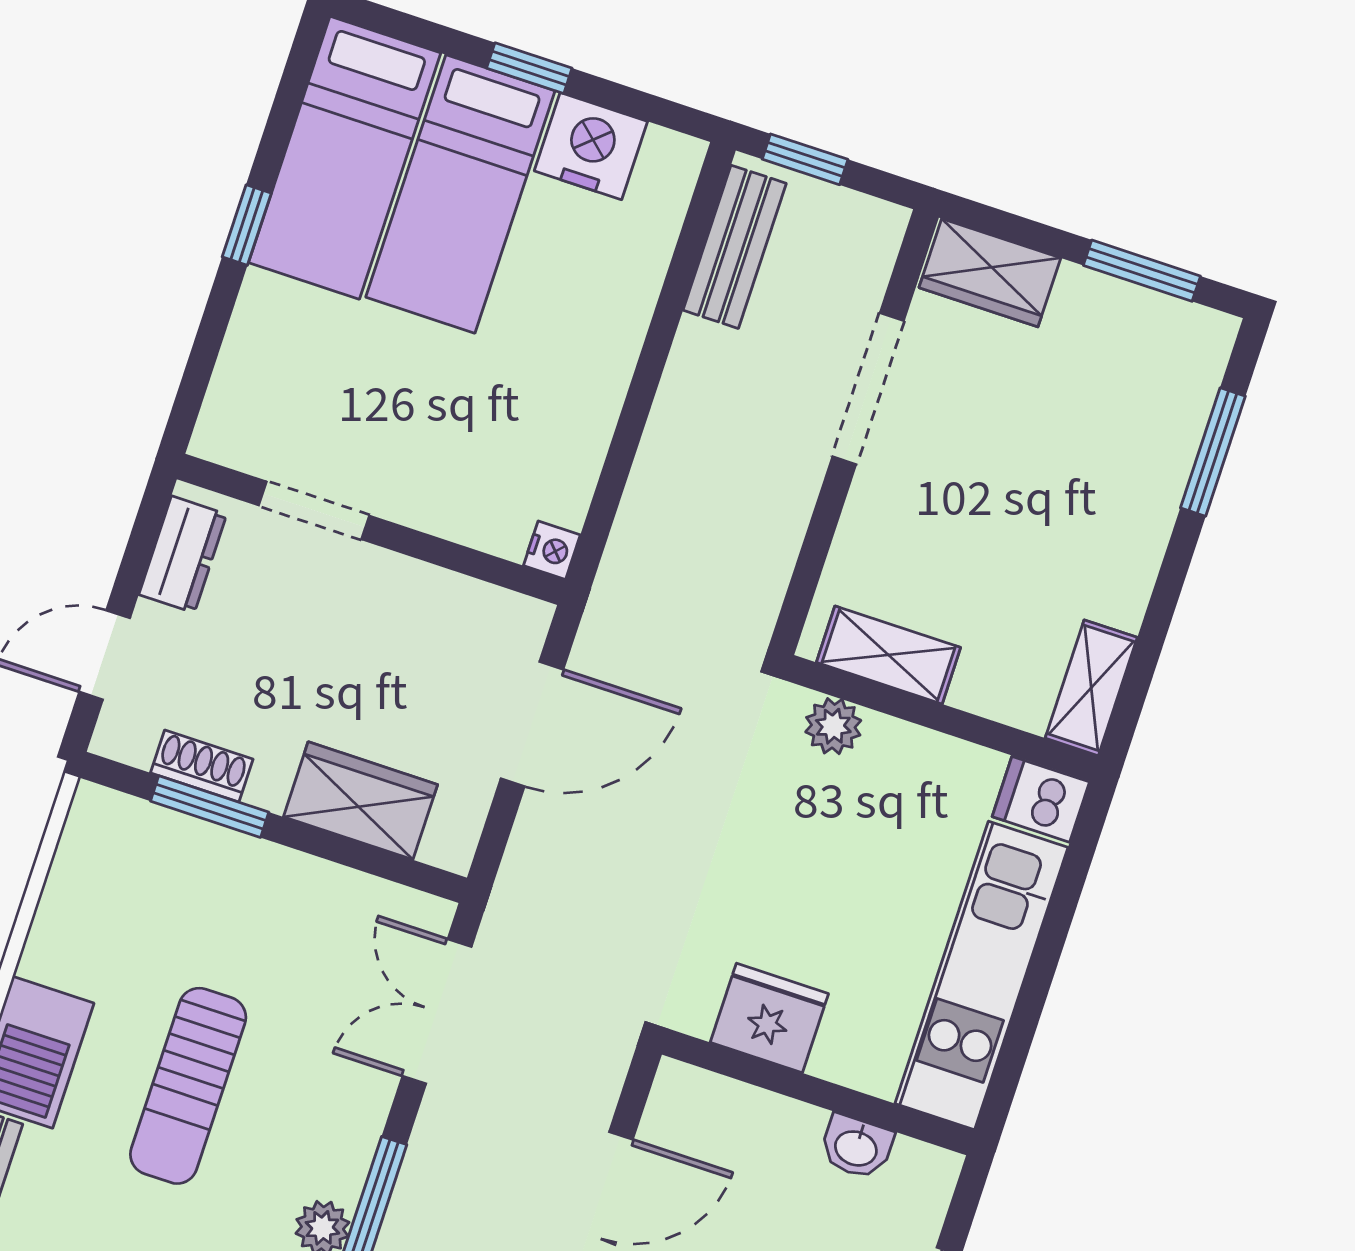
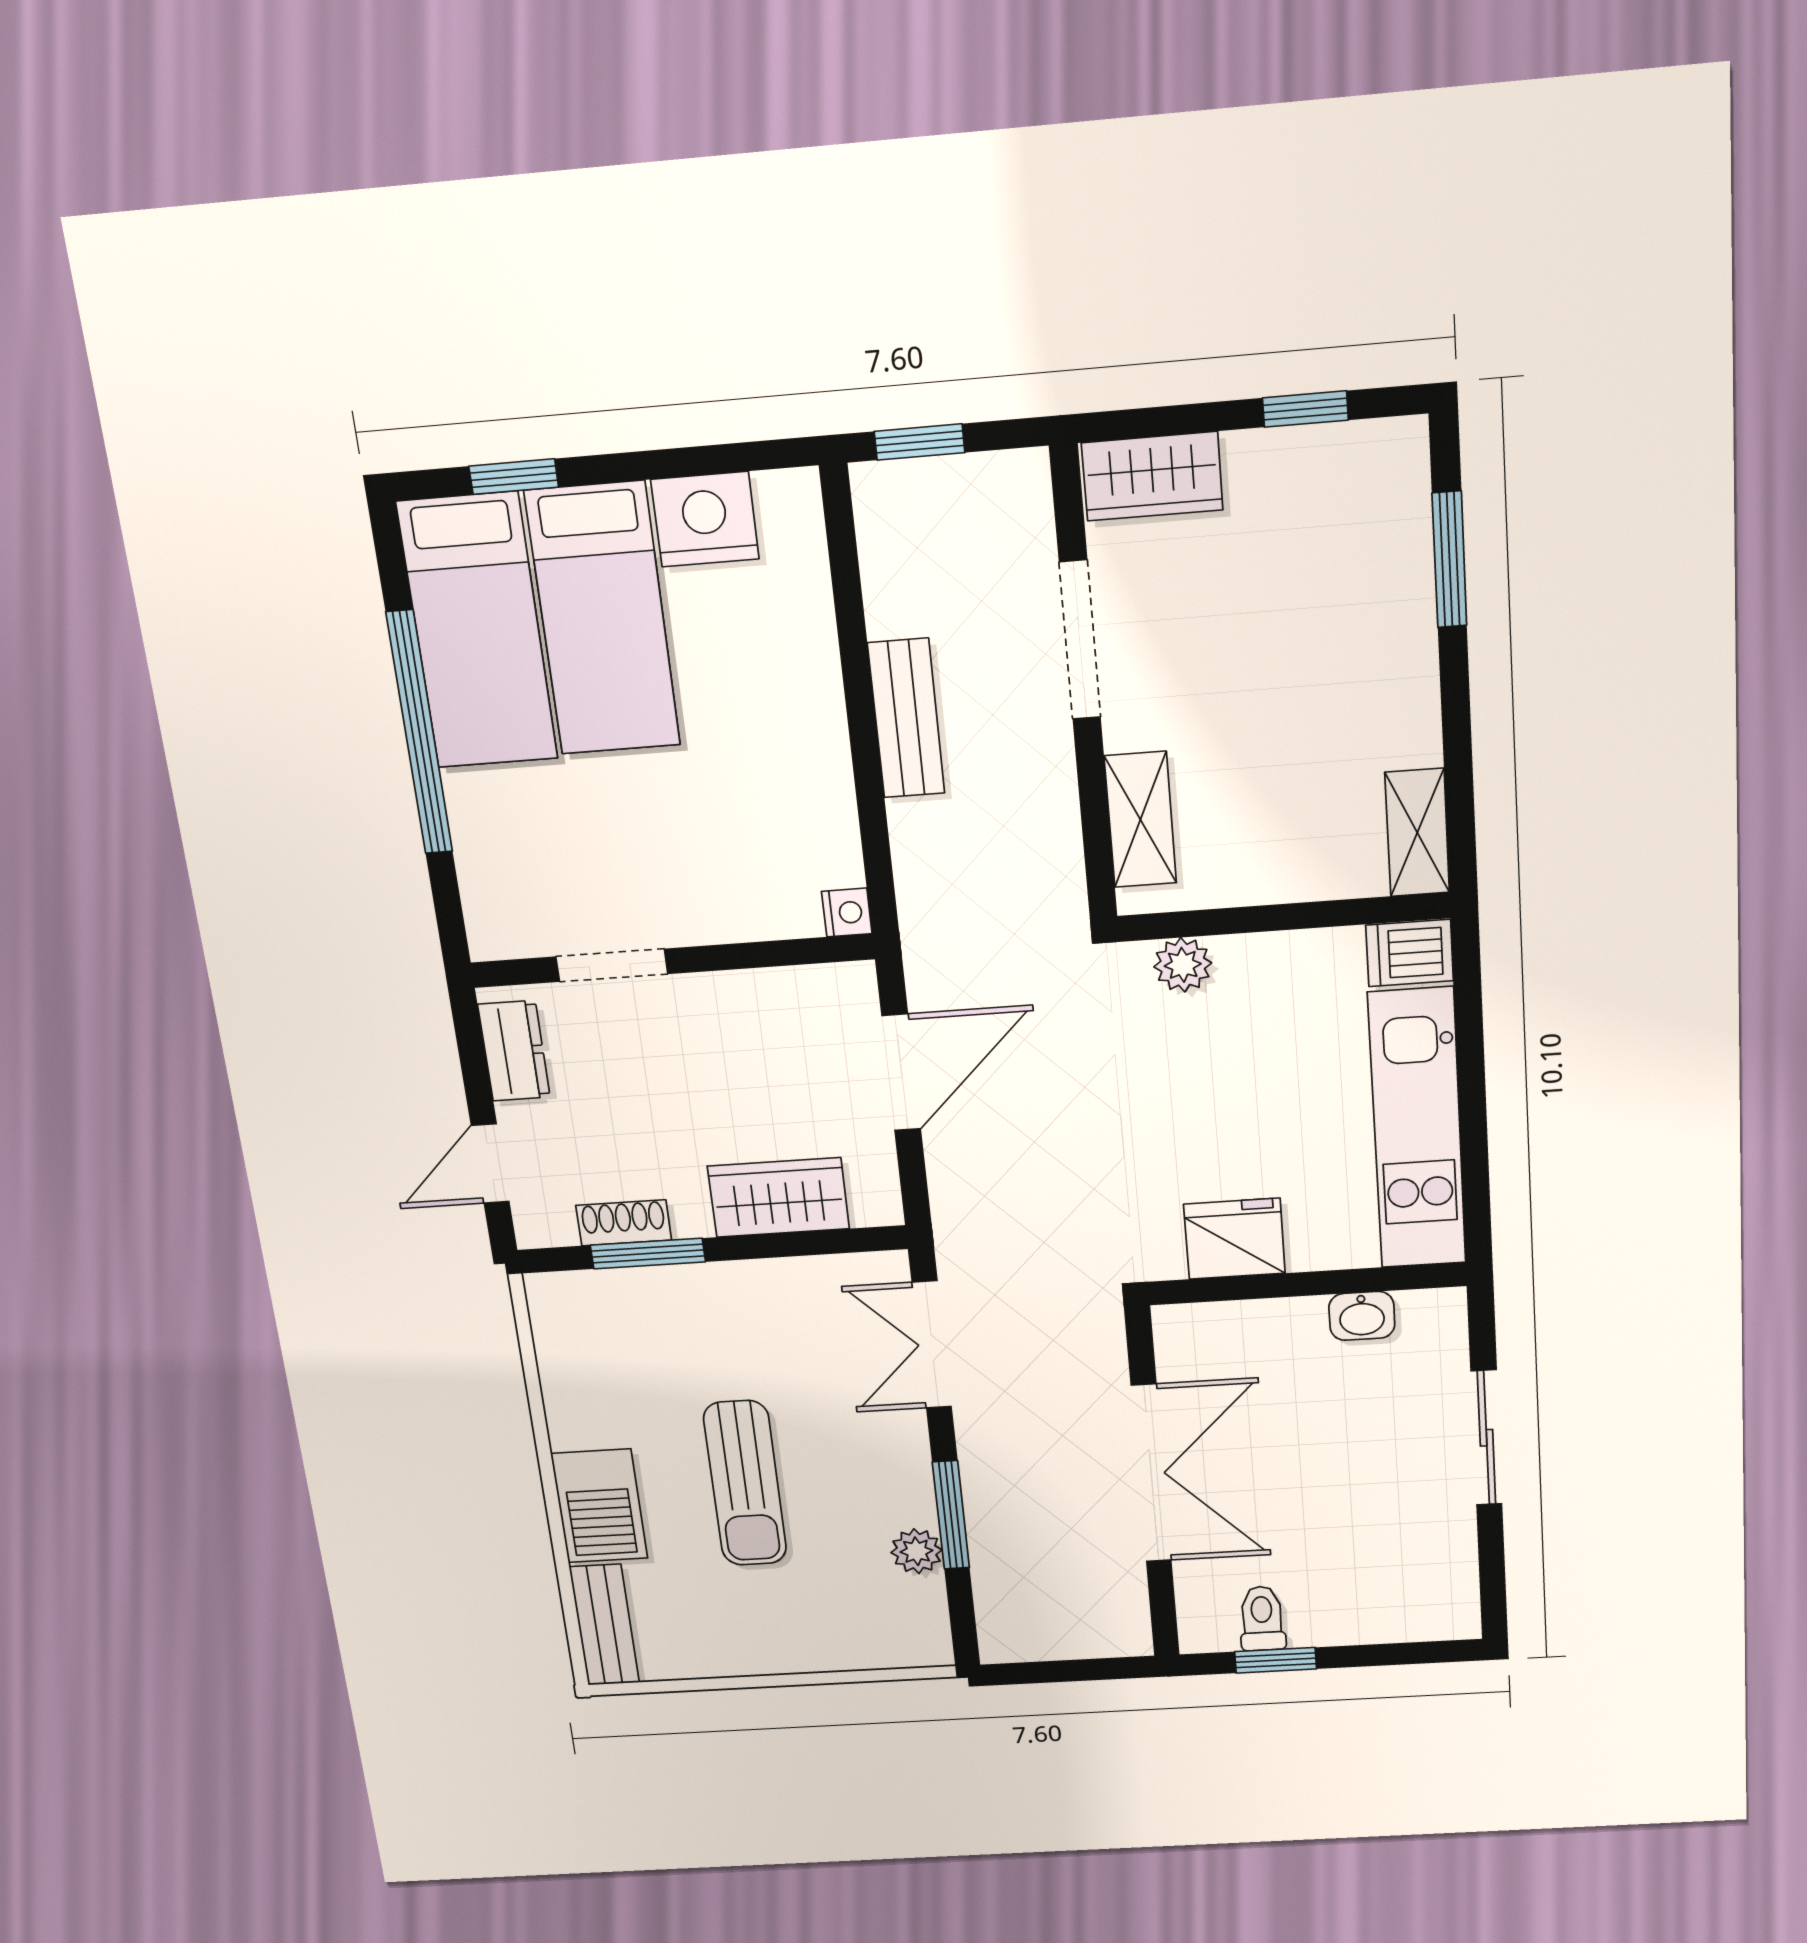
window: (529, 68) -> (514, 477), moved
window: (247, 225) -> (419, 733), width x3.17
bench: (735, 247) -> (906, 718), moved
window: (1142, 271) -> (1305, 409), width x0.67
shelving: (889, 655) -> (1140, 820), moved, turned 90

